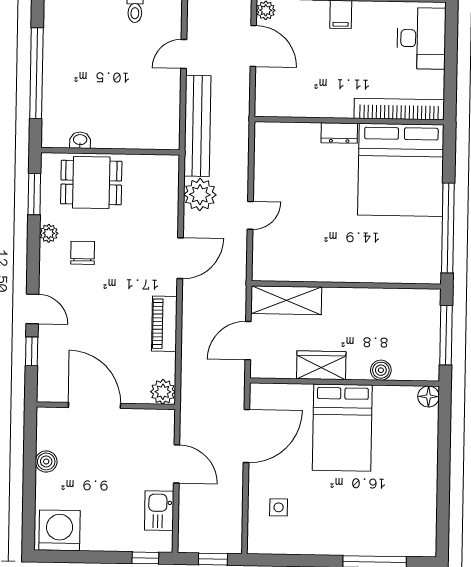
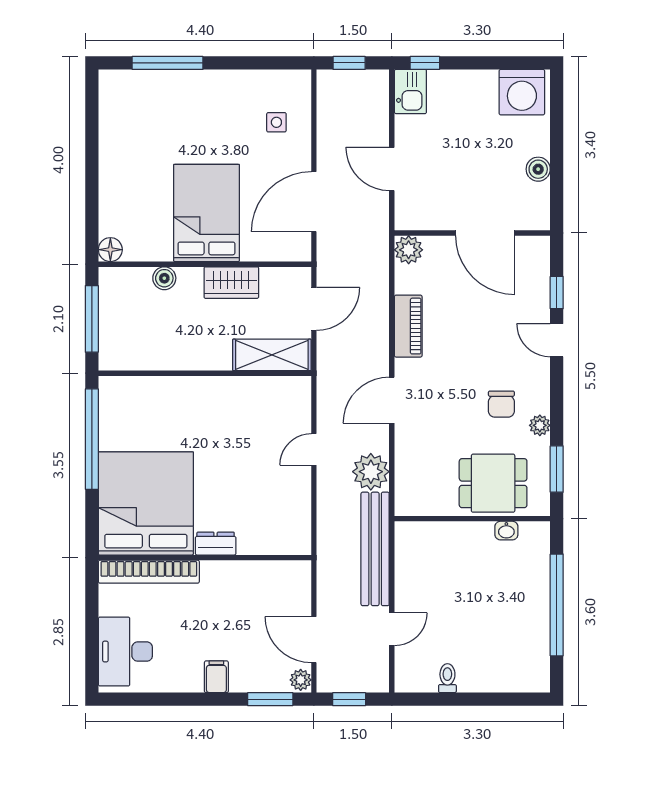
kitchen sink: (159, 511) -> (410, 92), moved

